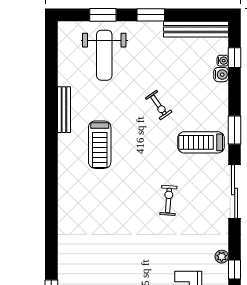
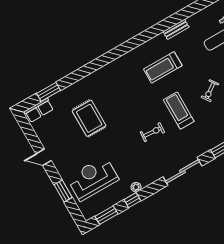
bench: (64, 110) -> (176, 29), width x0.73
treadmill: (201, 142) -> (179, 111), moved
rug: (110, 265) -> (89, 118), added

